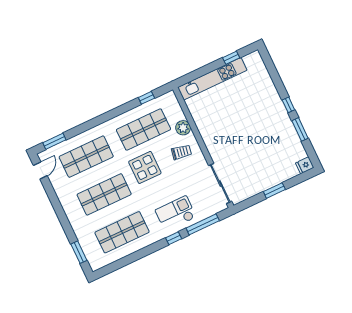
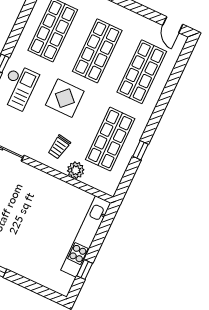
window: (146, 98) -> (140, 150), moved
window: (54, 141) -> (182, 62), removed
display table: (145, 167) -> (65, 98), moved

